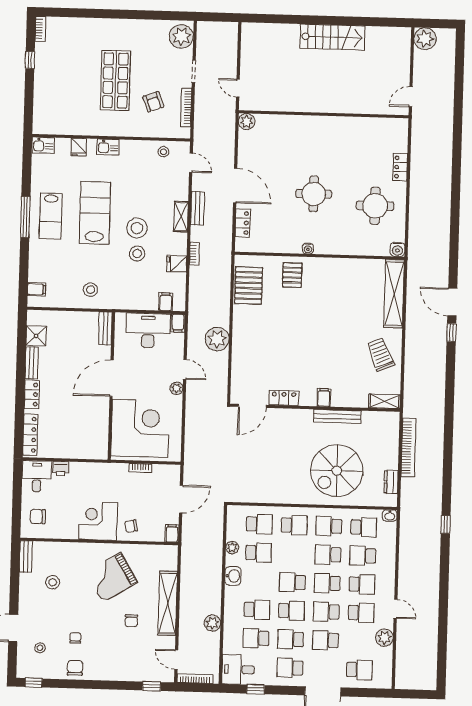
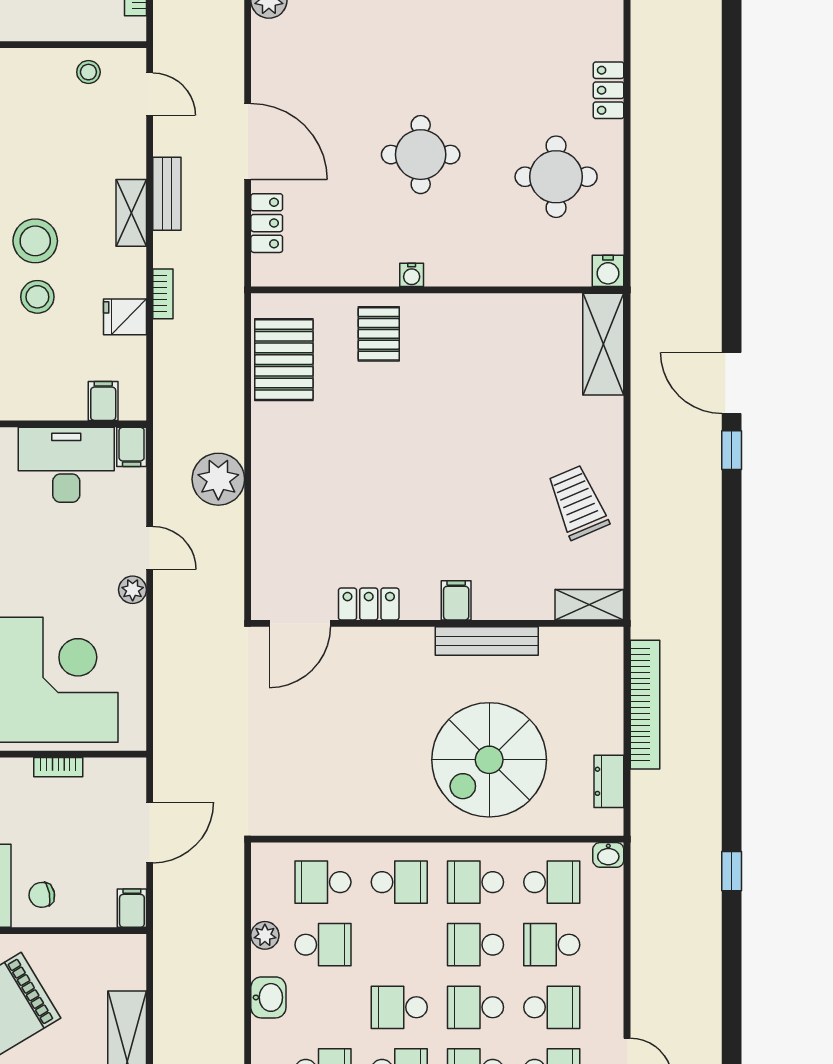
shelving: (394, 294) -> (603, 344), width x0.68
school desk: (259, 524) -> (323, 882), turned 180

